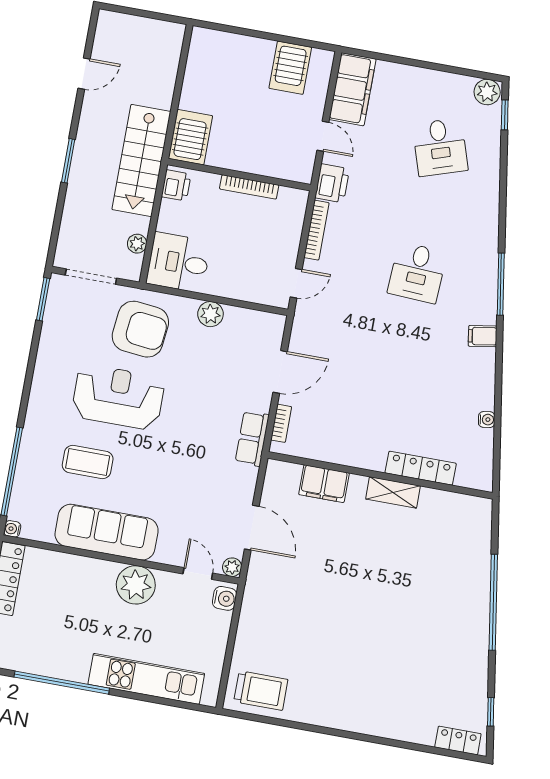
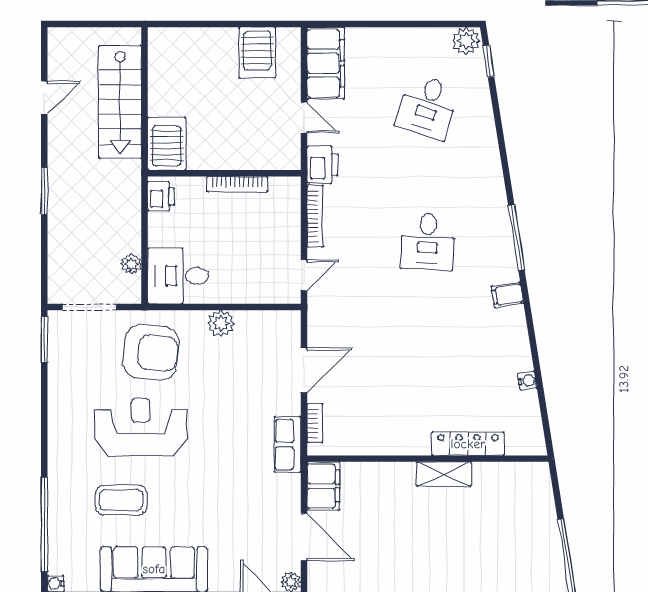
desk: (440, 147) -> (428, 107), turned 36
stairs: (141, 160) -> (120, 102), moved
filing cabinet: (324, 484) -> (323, 486), moved, turned -90

